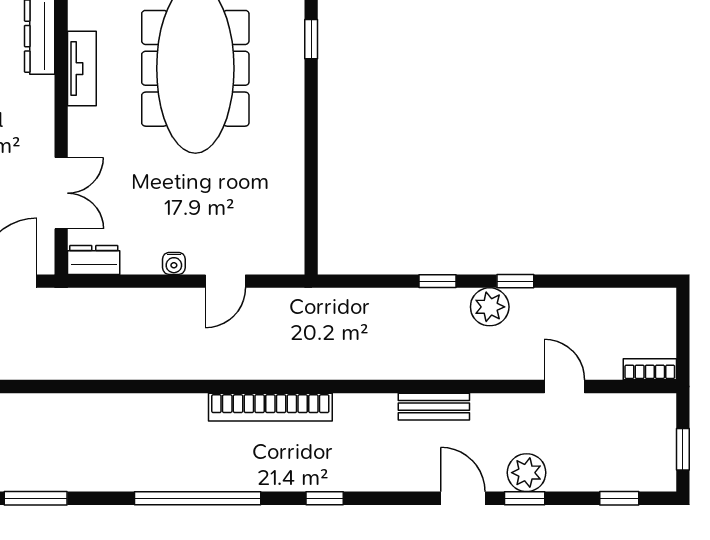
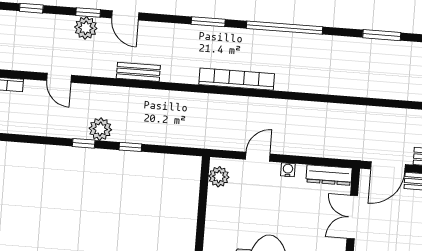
plant: (287, 243) -> (219, 177), added
dresser: (94, 260) -> (329, 175), width x1.44
window: (325, 498) -> (208, 22), width x1.50

